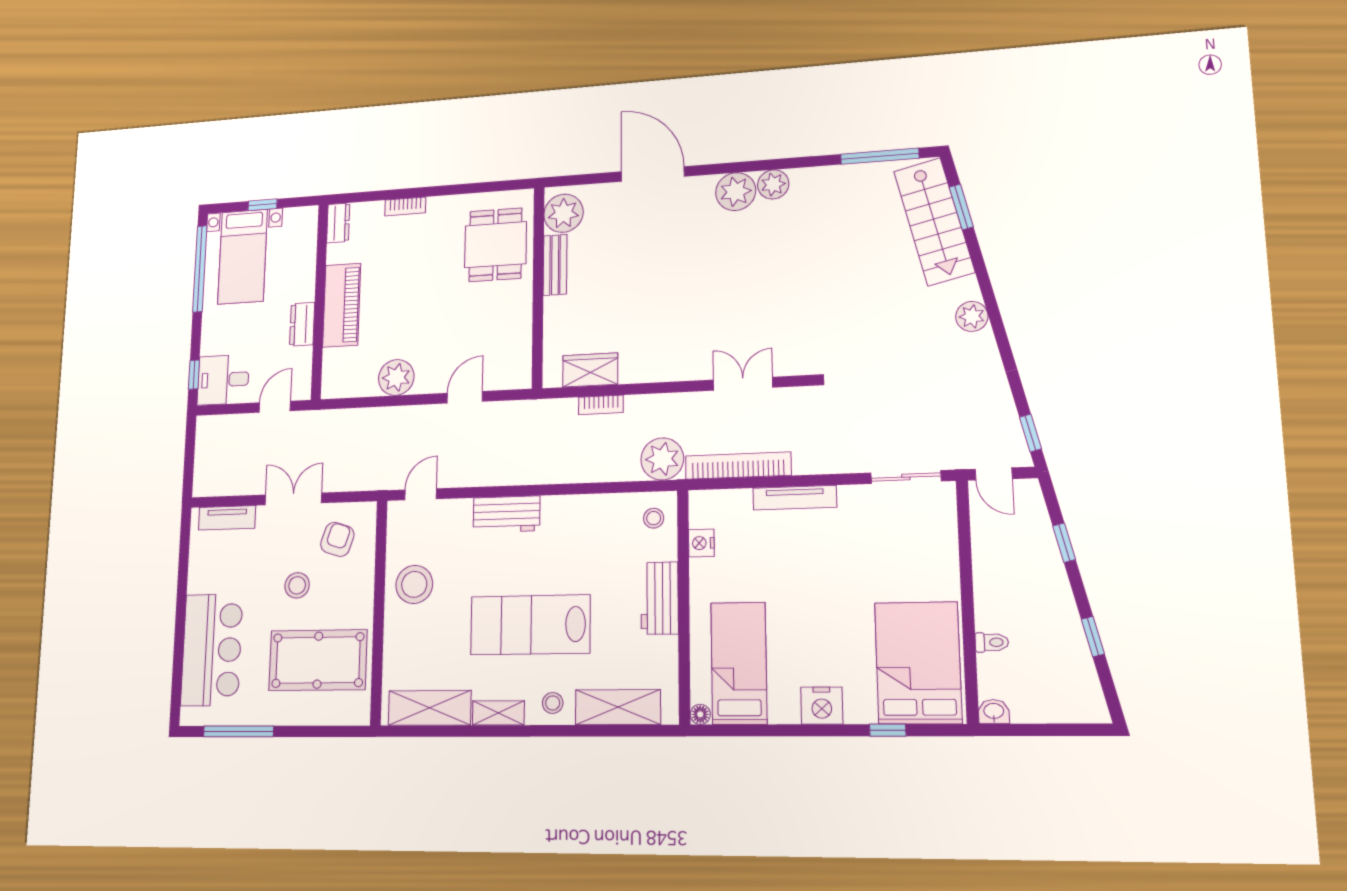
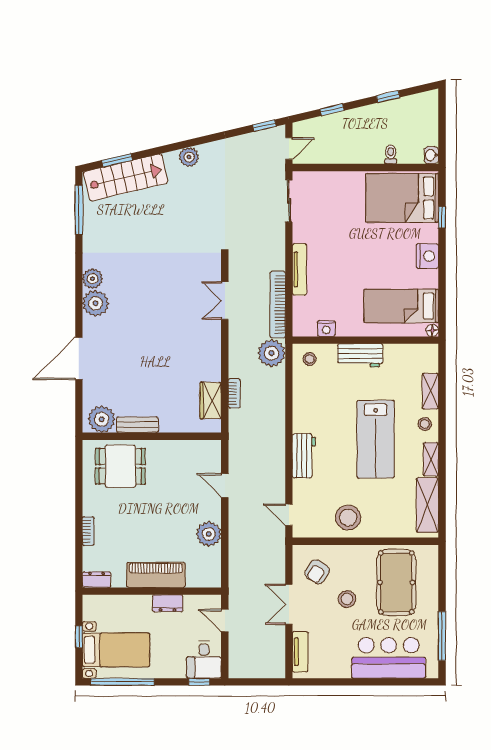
armchair: (337, 539) -> (317, 572), turned -76
shelving: (618, 707) -> (430, 391), width x0.67, depth x0.75

